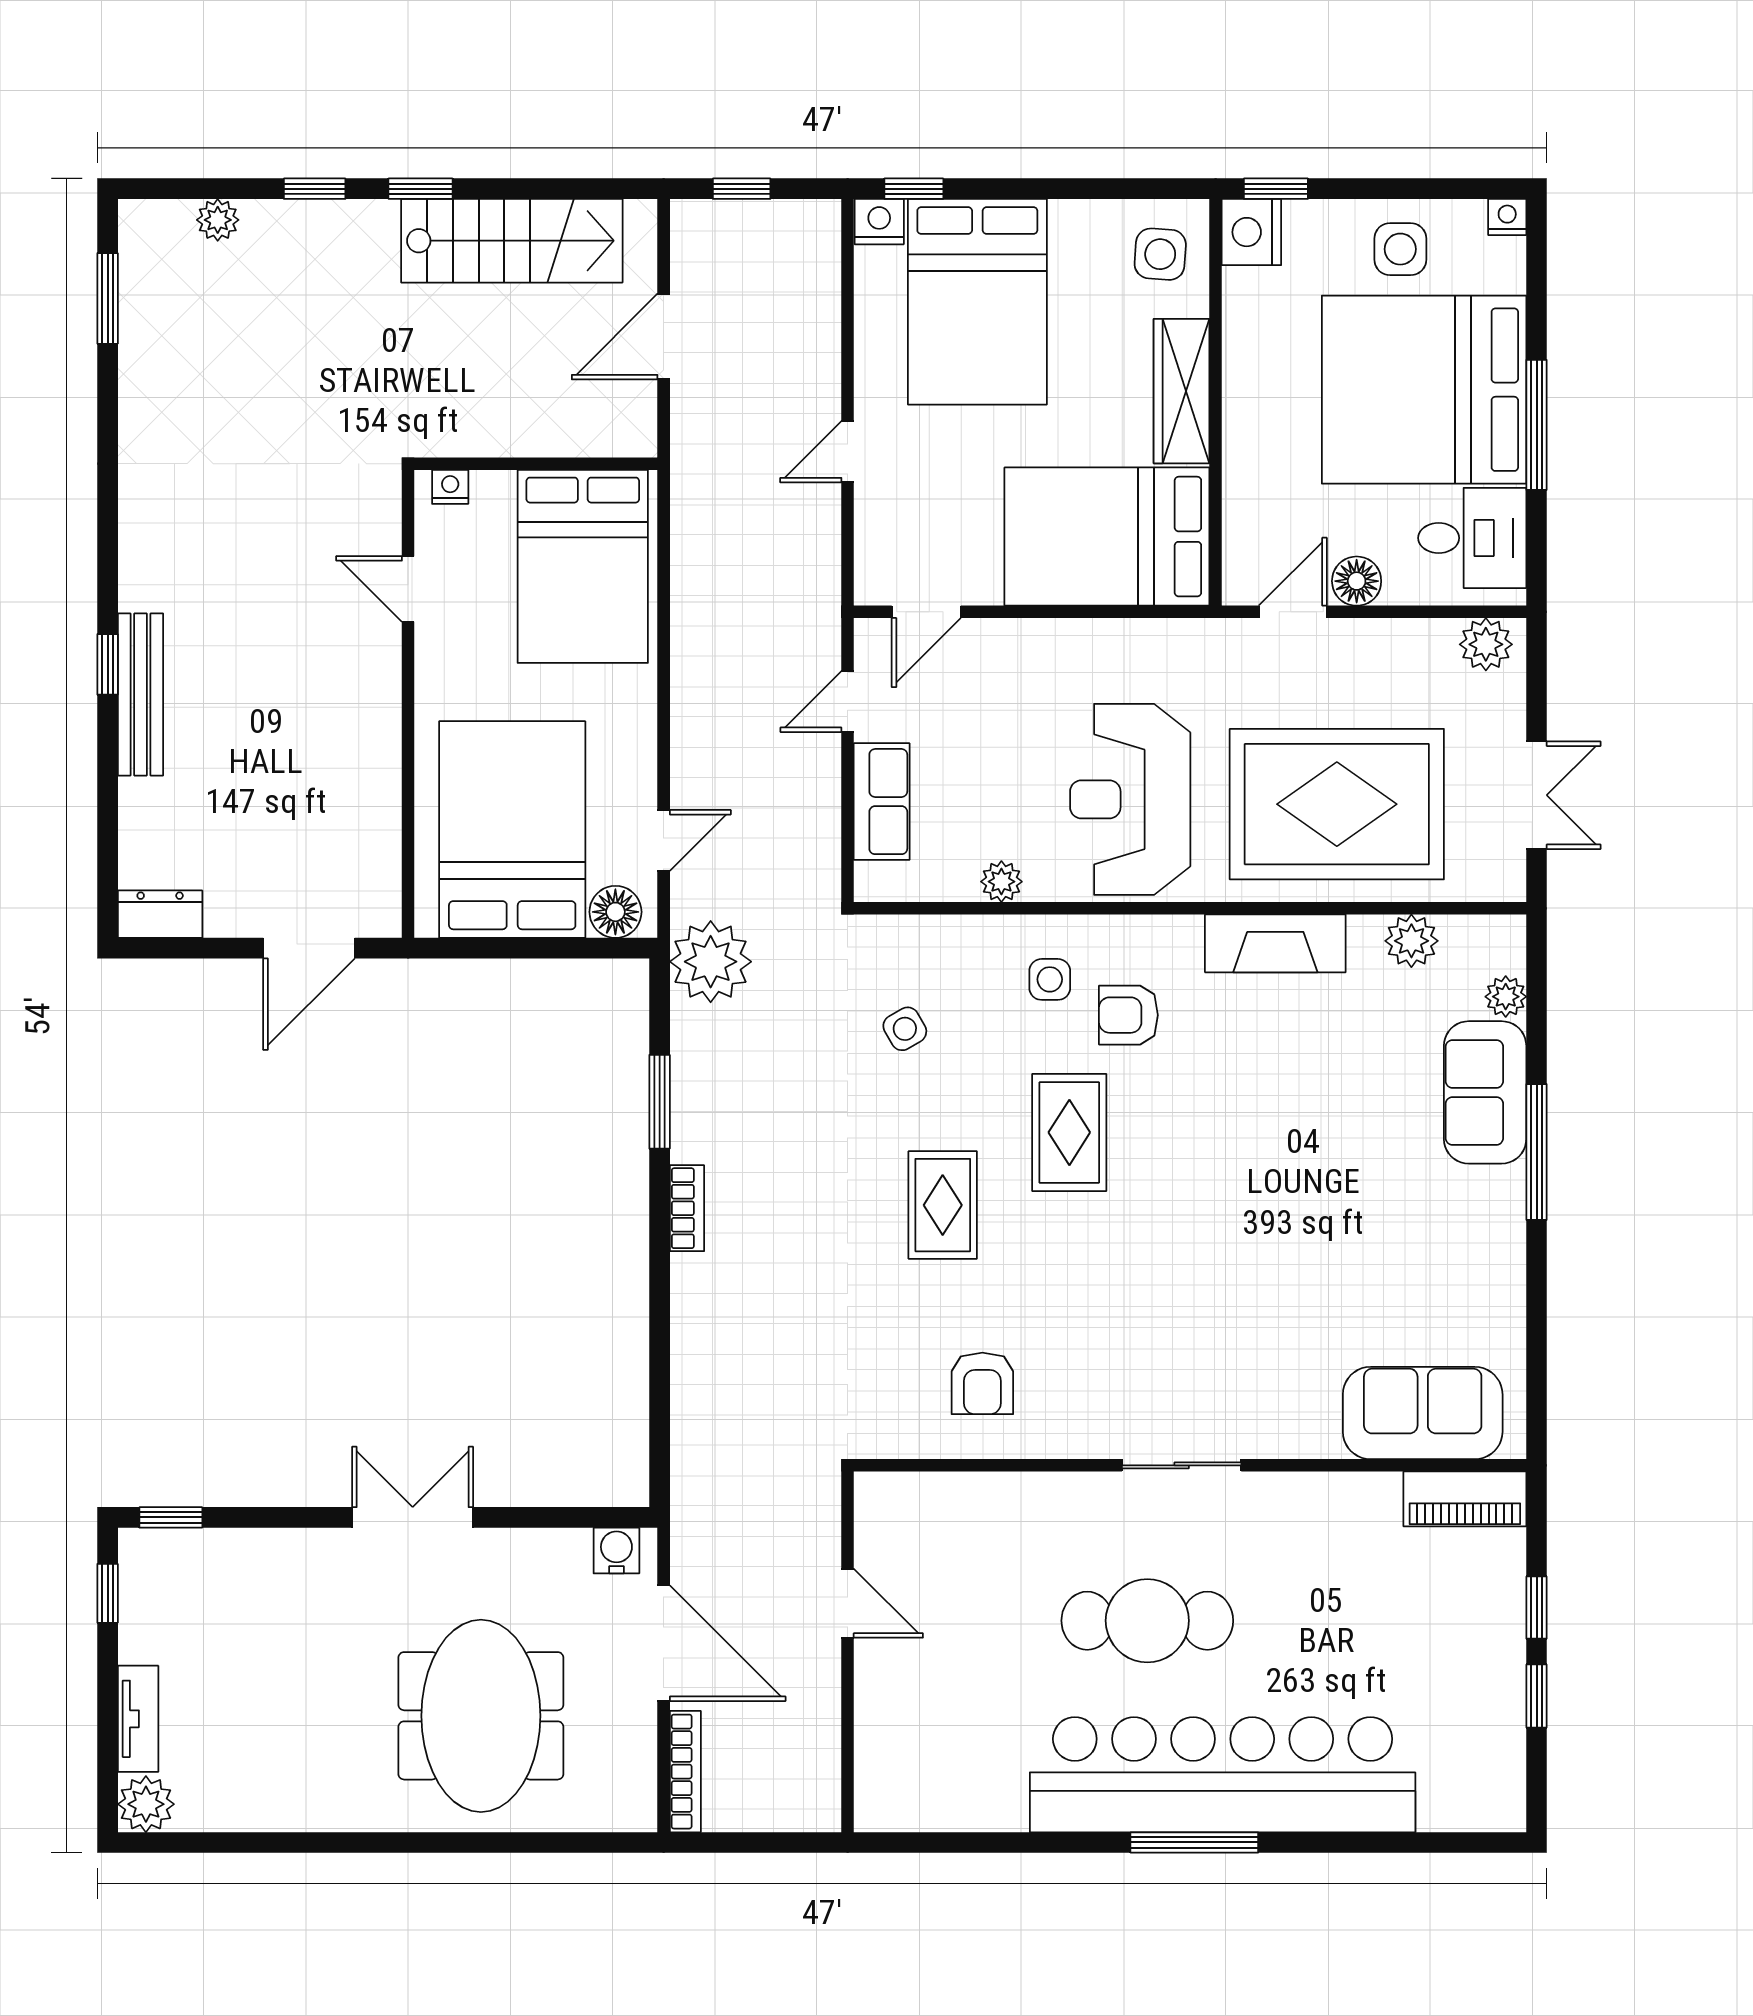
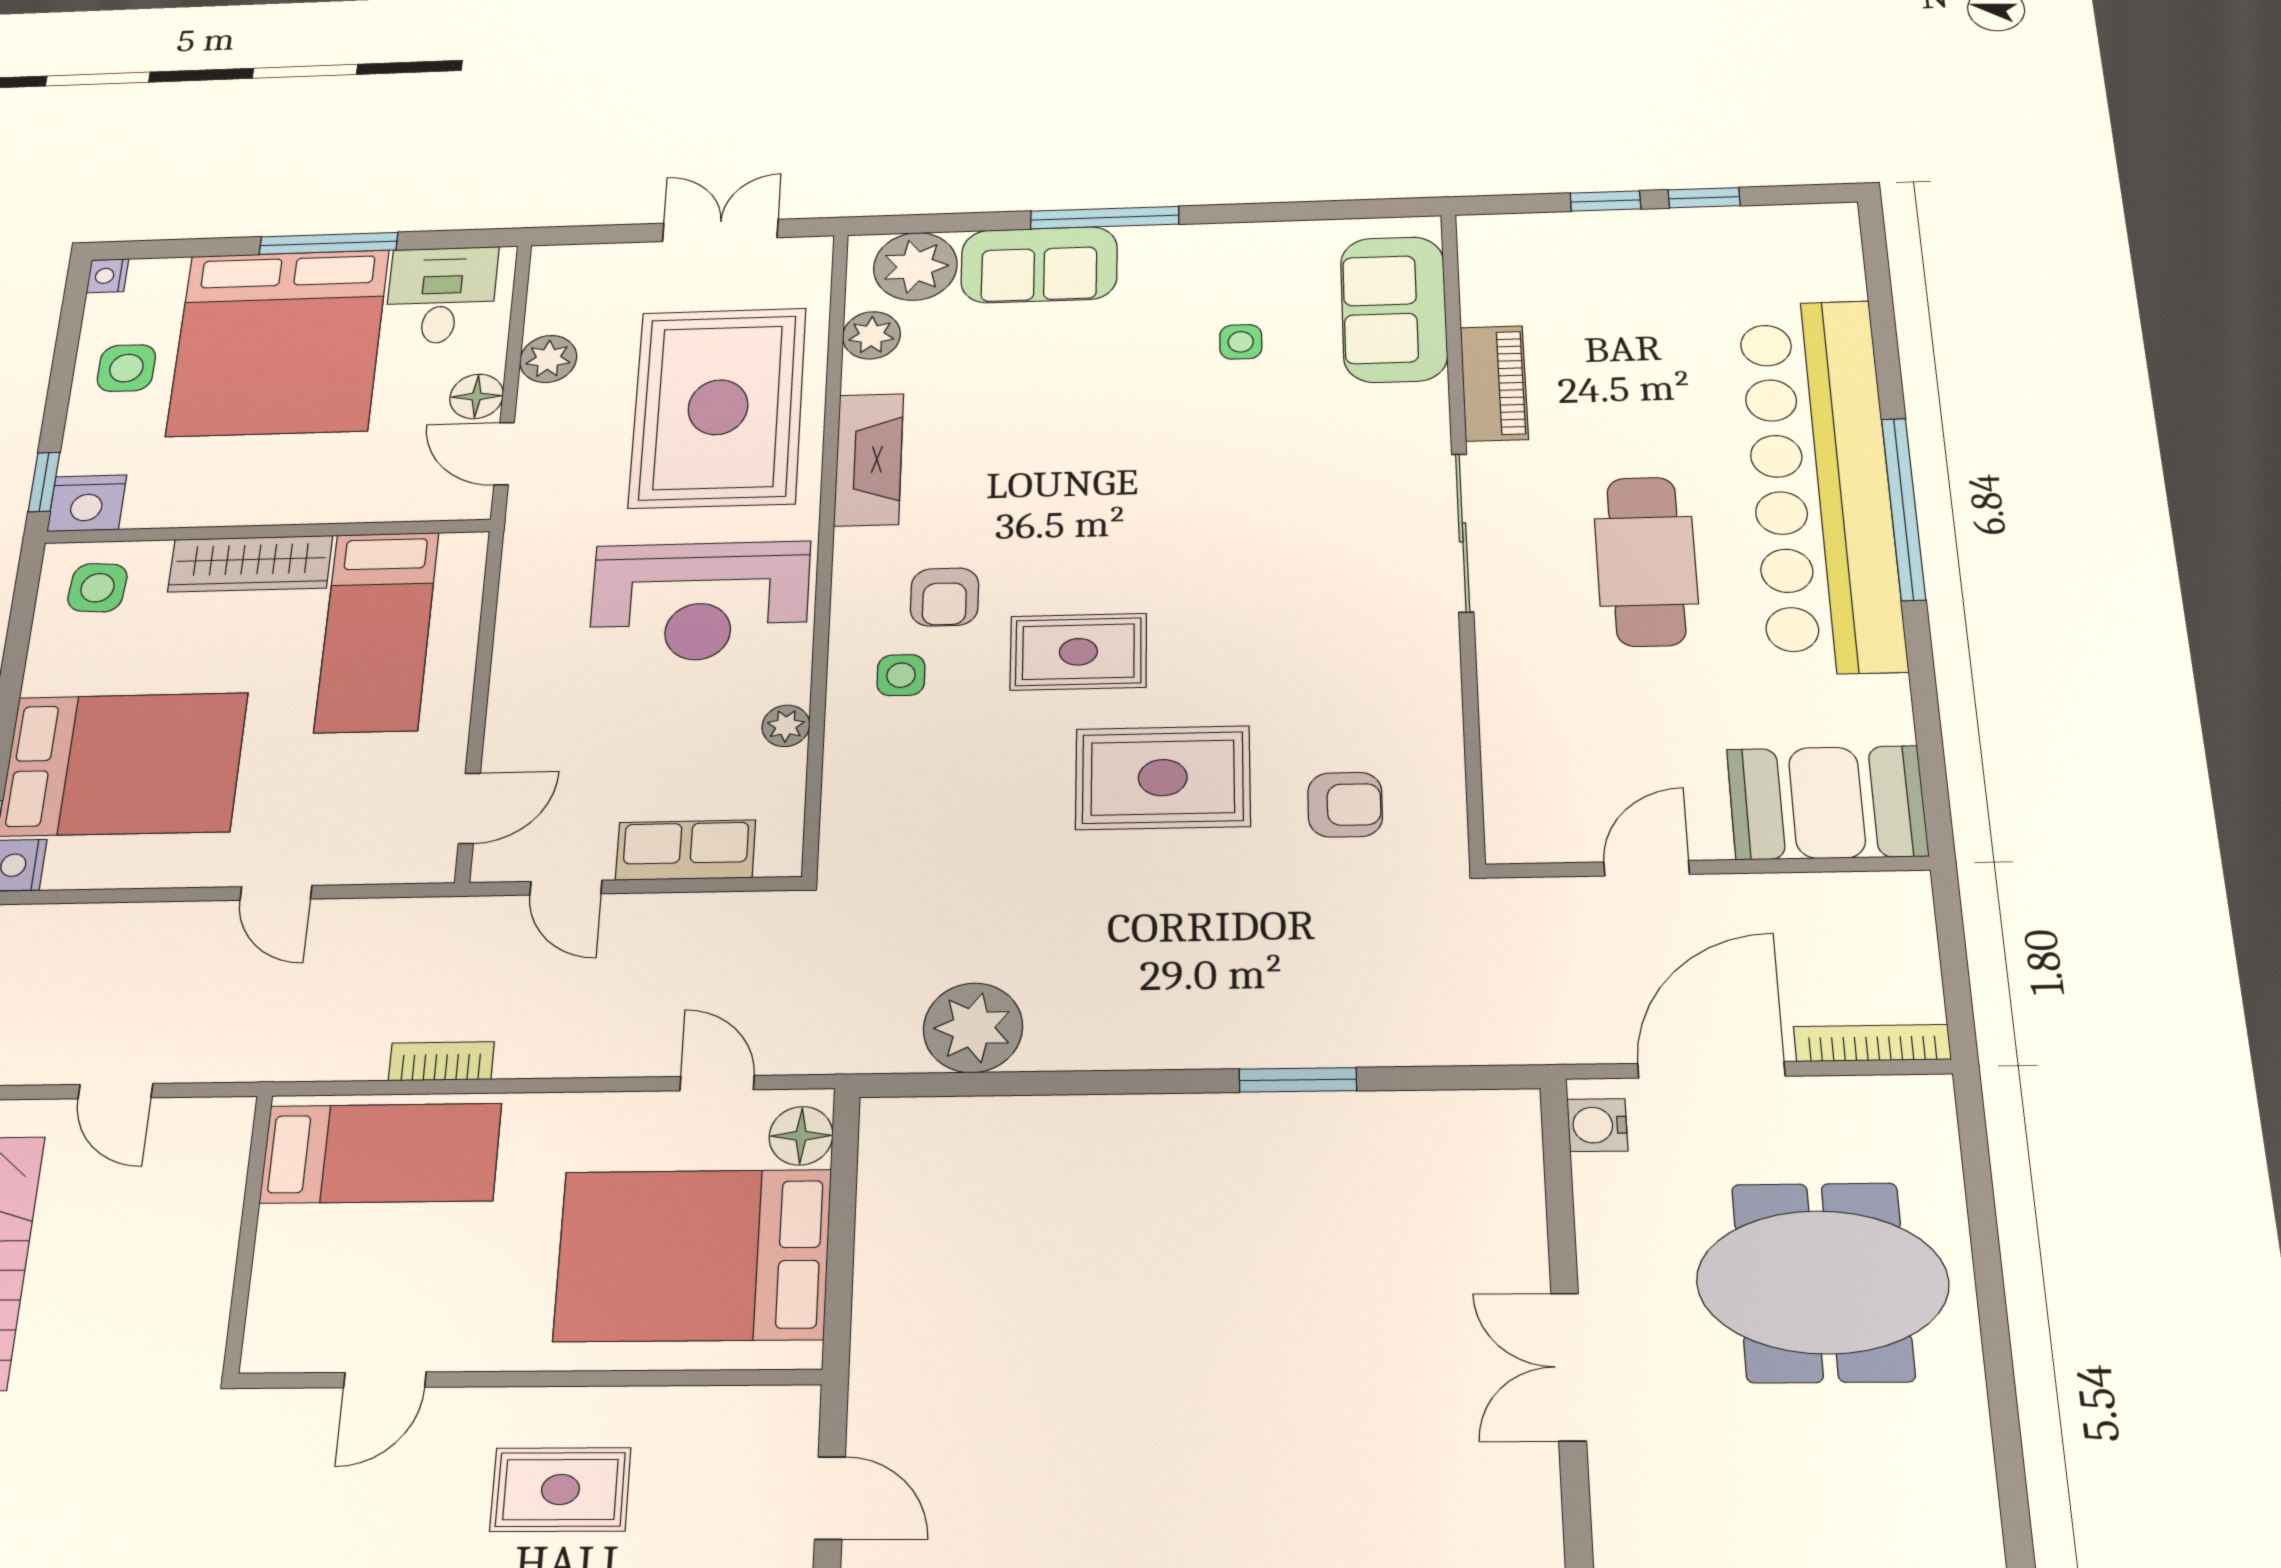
door: (664, 337) -> (115, 1091), width x0.73
nightstand: (450, 487) -> (264, 1331), removed
bed: (1107, 537) -> (377, 632), width x0.67
bed: (583, 566) -> (381, 1153), width x0.67
door: (926, 612) -> (469, 808), hinge flipped
plant: (1486, 644) -> (548, 359), moved
rug: (317, 737) -> (560, 1489), added
door: (309, 948) -> (830, 1498), width x0.73
plant: (711, 962) -> (973, 1028), moved
plant: (1506, 997) -> (915, 266), width x1.87, depth x1.87
side table: (905, 1029) -> (1241, 342), moved, turned 30
window: (660, 1102) -> (1298, 1080), moved
rug: (943, 1205) -> (1163, 778), width x1.36, depth x1.43
bookcase: (687, 1208) -> (441, 1061), moved
armchair: (982, 1383) -> (1345, 805), moved
sliding door: (1182, 1465) -> (1463, 532), width x1.37
piano: (1465, 1499) -> (1494, 383), moved
booth: (906, 1754) -> (1827, 803), added
window: (1194, 1842) -> (1903, 509), width x1.46

